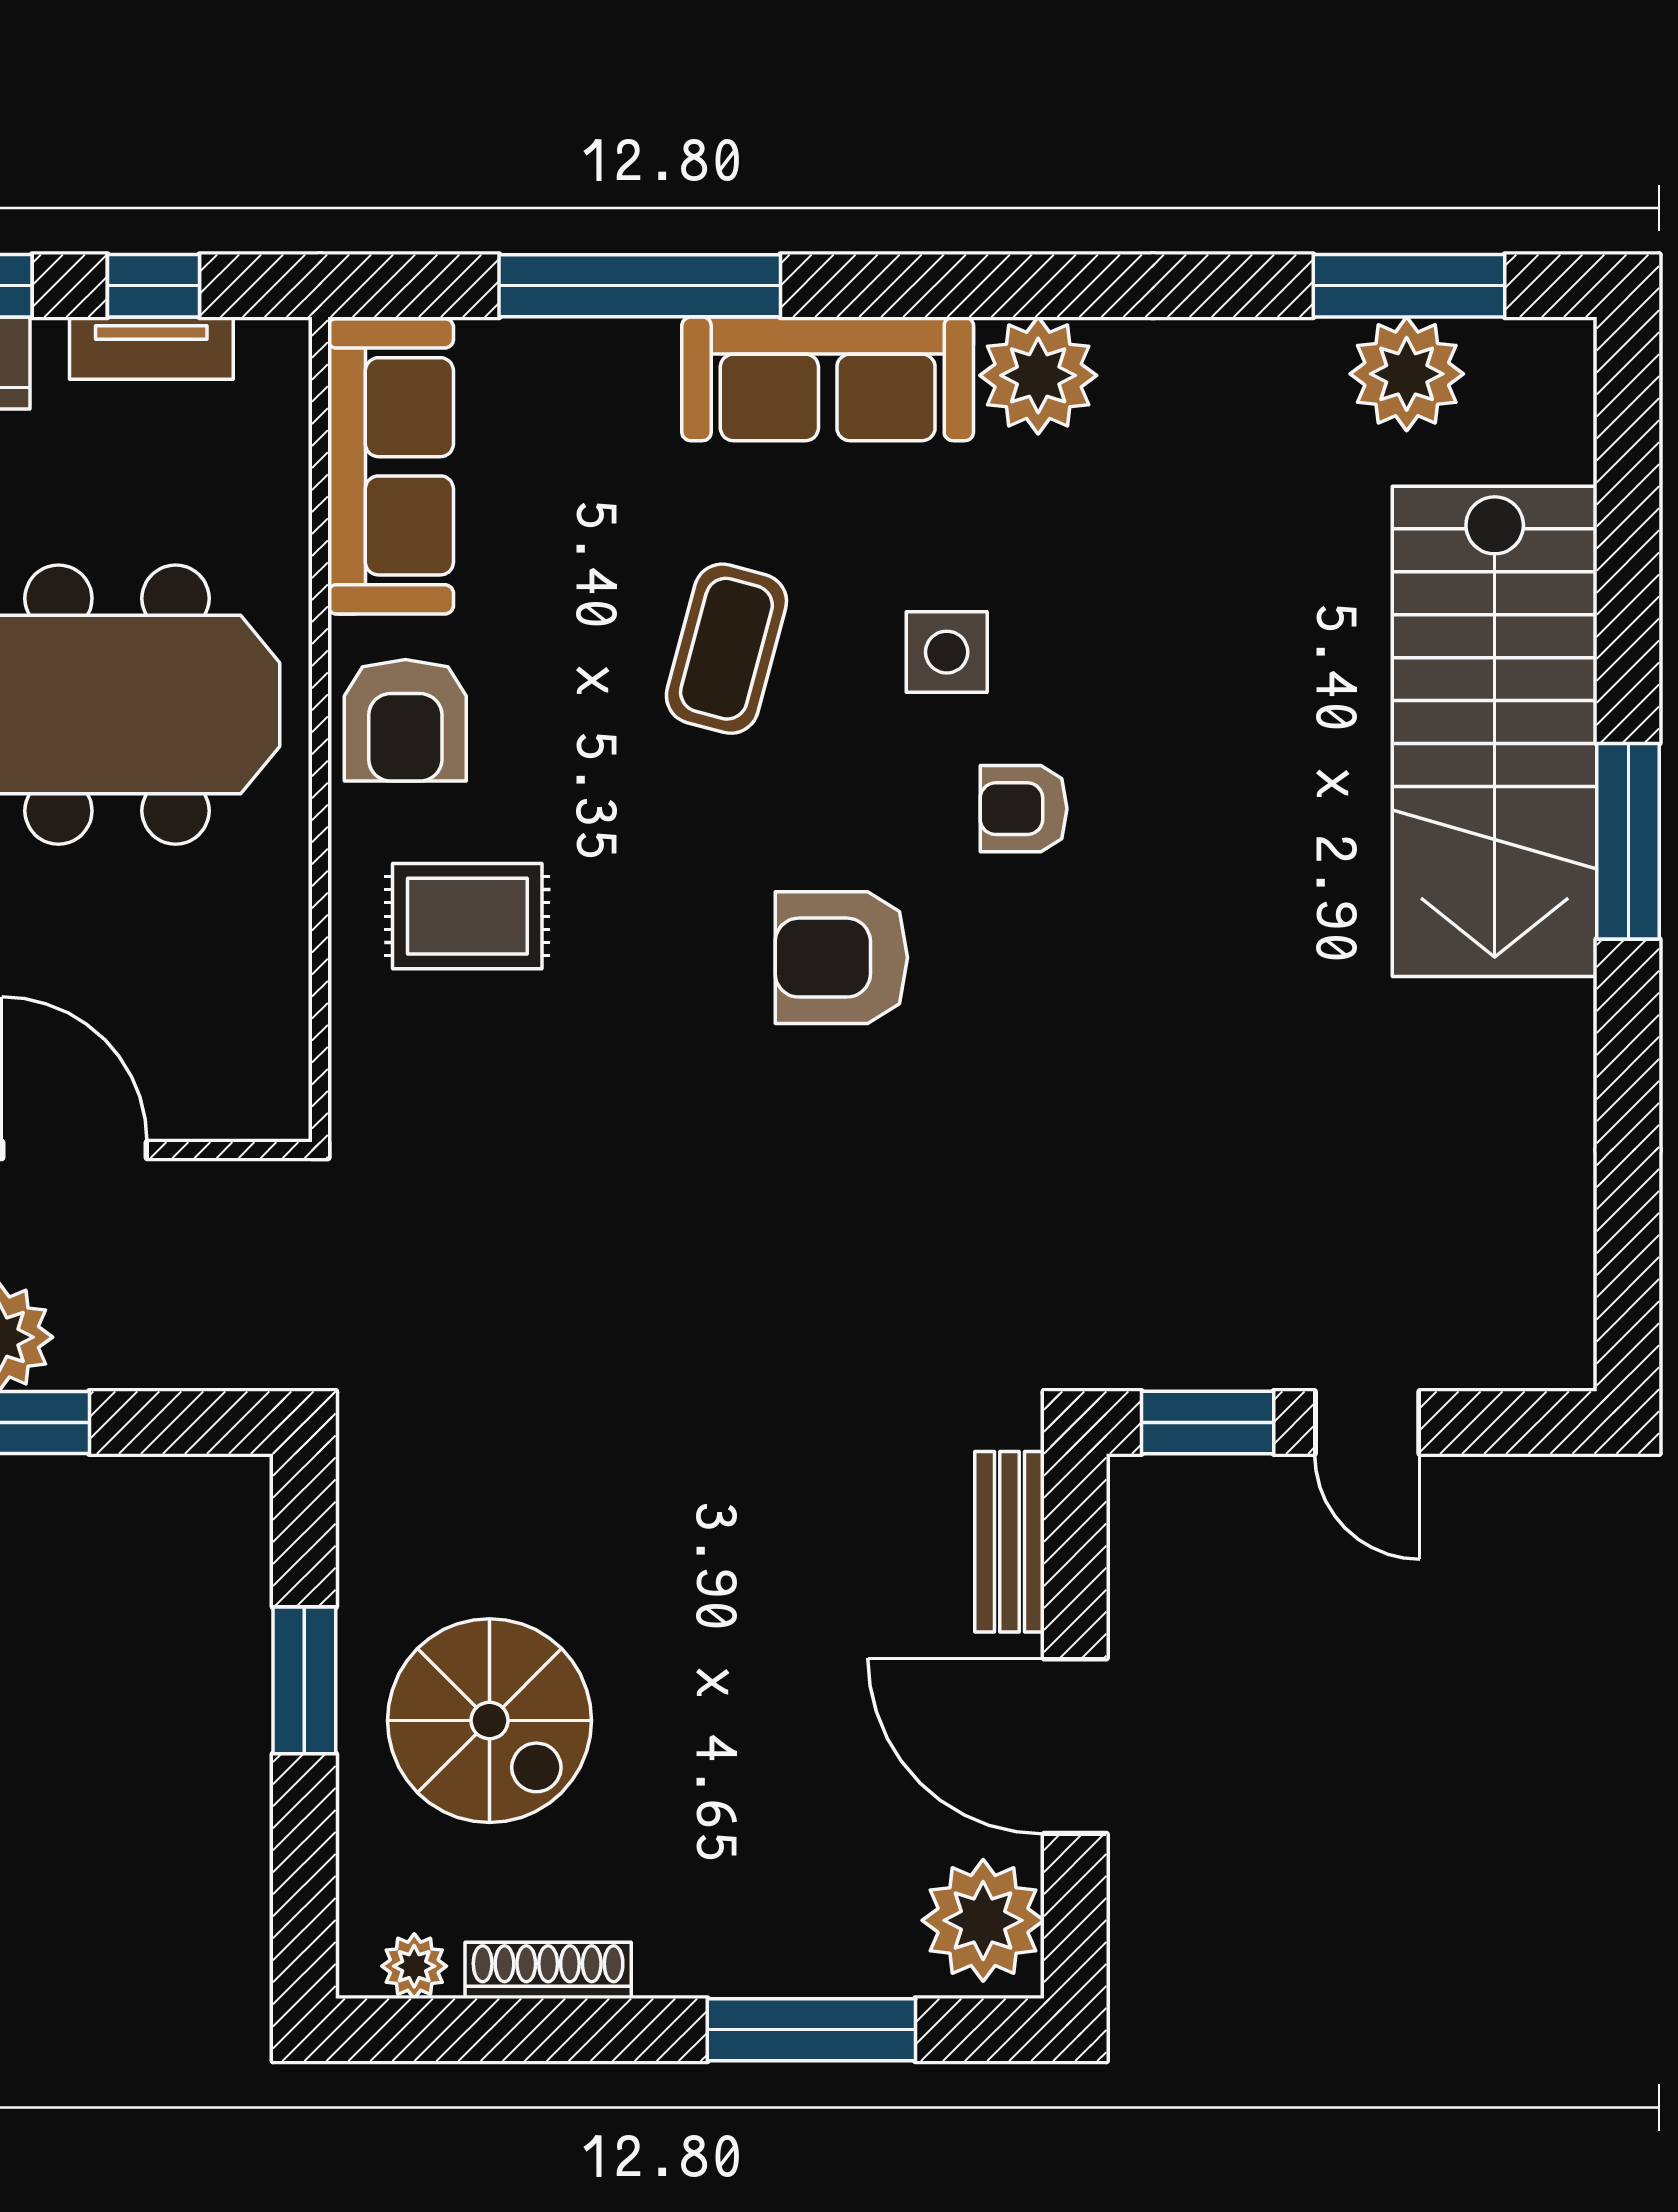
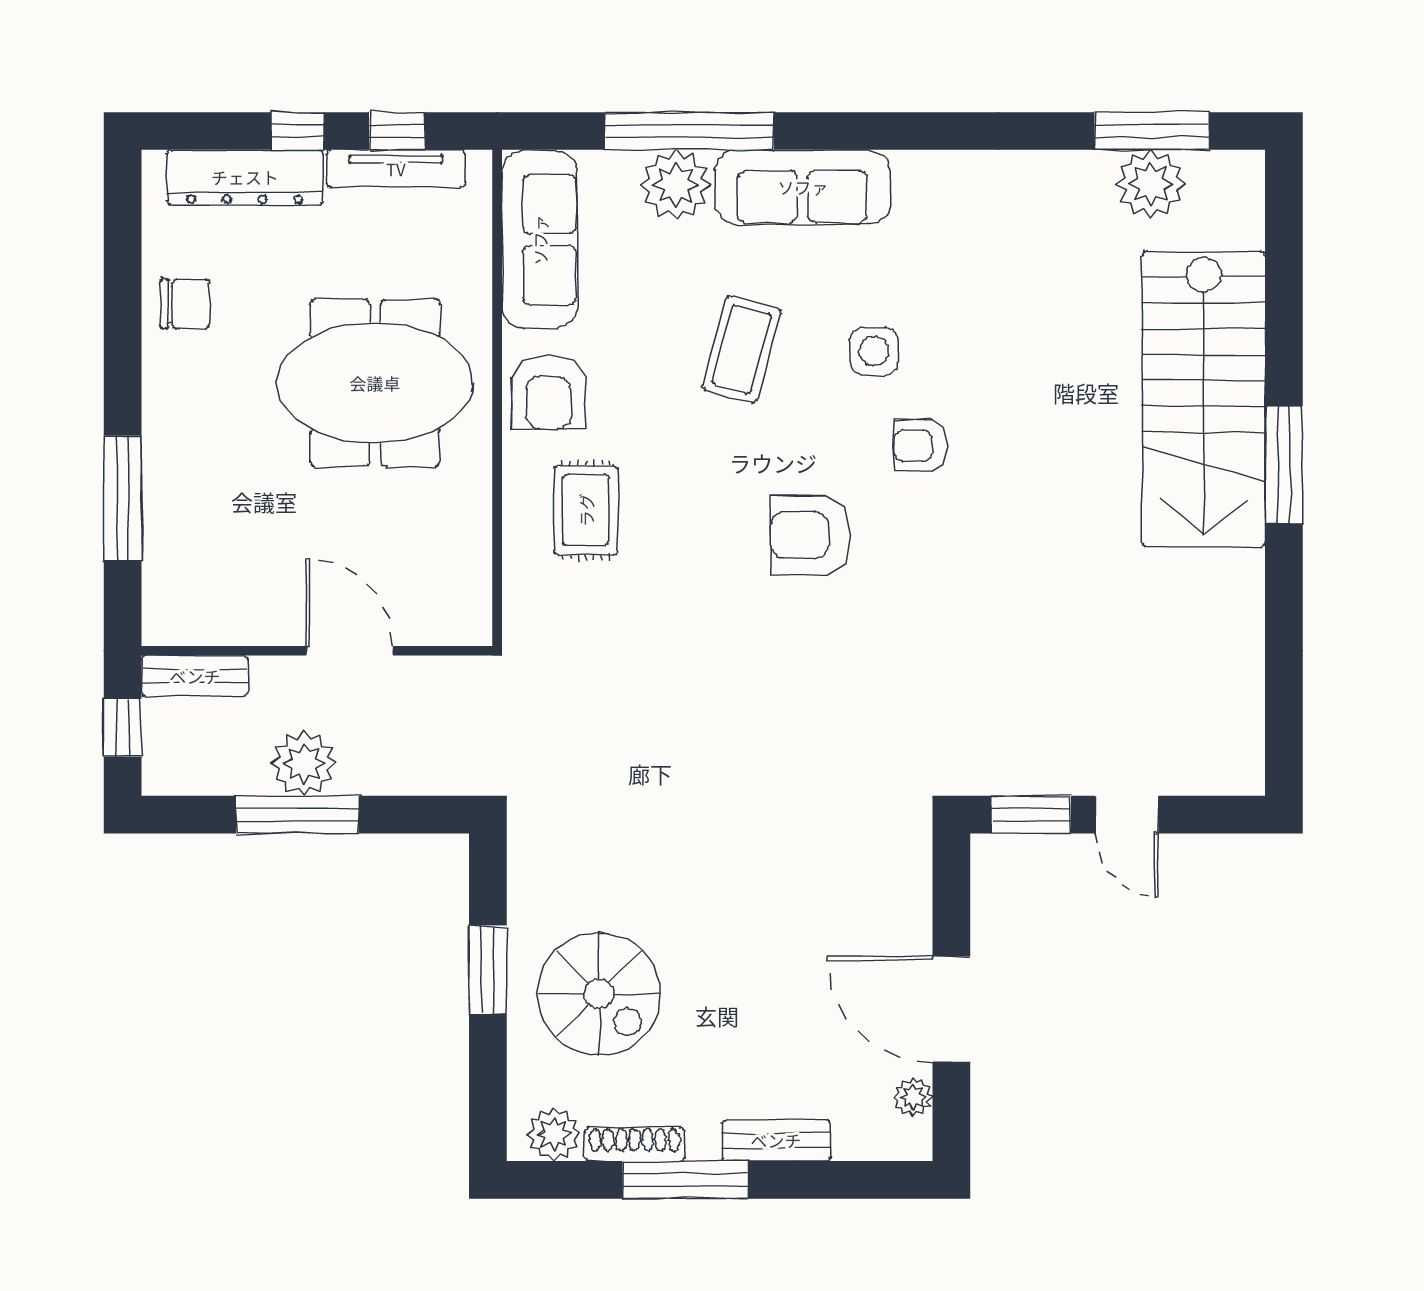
tv unit: (151, 348) -> (396, 169), width x1.41
plant: (1038, 375) -> (676, 185), moved
rug: (467, 916) -> (586, 510), turned 90
bench: (1010, 1542) -> (776, 1140), moved, turned 90
plant: (983, 1920) -> (913, 1097), width x0.53, depth x0.53
plant: (414, 1966) -> (554, 1134), width x1.38, depth x1.38
window: (811, 2030) -> (685, 1180), moved

